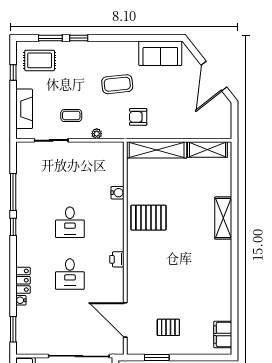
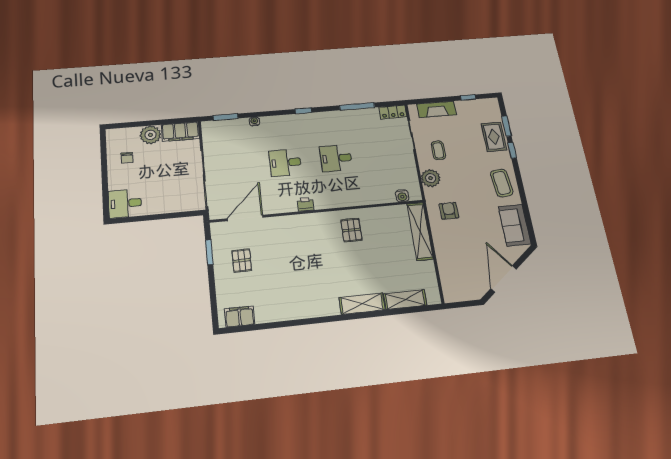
rug: (40, 60) -> (494, 137), moved
door: (214, 76) -> (504, 279), hinge flipped
coffee table: (117, 84) -> (502, 183), moved
plant: (97, 134) -> (431, 178), width x1.88, depth x1.88
shelving: (207, 150) -> (405, 300), moved, turned 90
water cooler: (117, 193) -> (402, 196), moved
pallet: (148, 218) -> (351, 230), width x0.67, depth x0.71
window: (13, 227) -> (303, 111), moved
locker: (23, 280) -> (393, 112), moved

